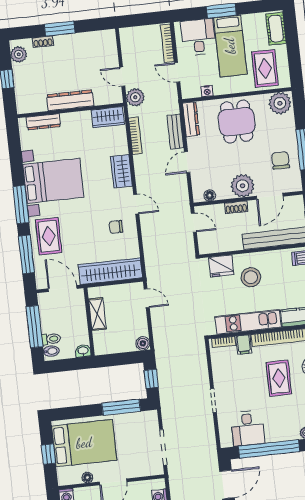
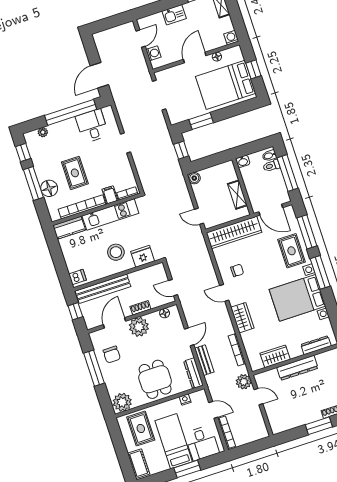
wardrobe: (108, 117) -> (275, 356), moved
window: (121, 407) -> (201, 121), width x0.69

